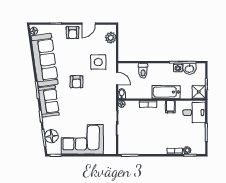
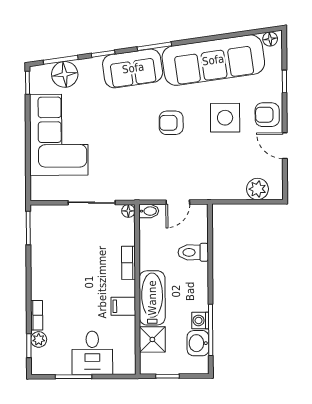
side table: (98, 62) -> (225, 118), moved
shower: (199, 92) -> (152, 339), moved
desk: (194, 113) -> (92, 353), moved

